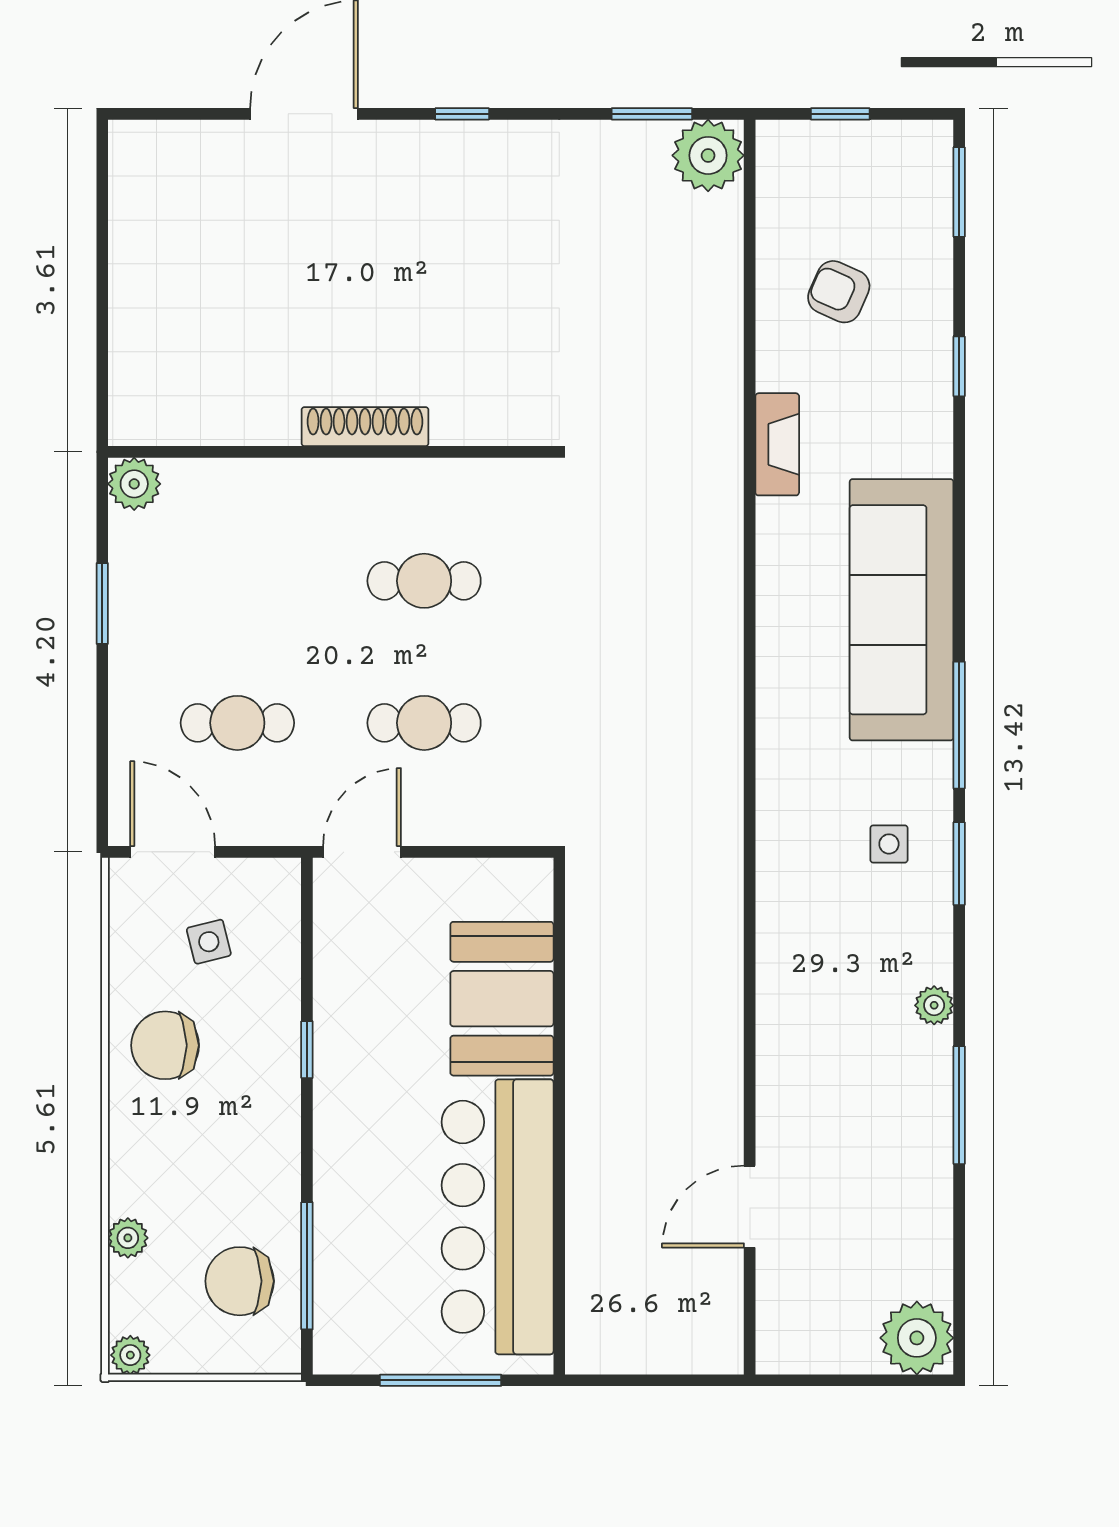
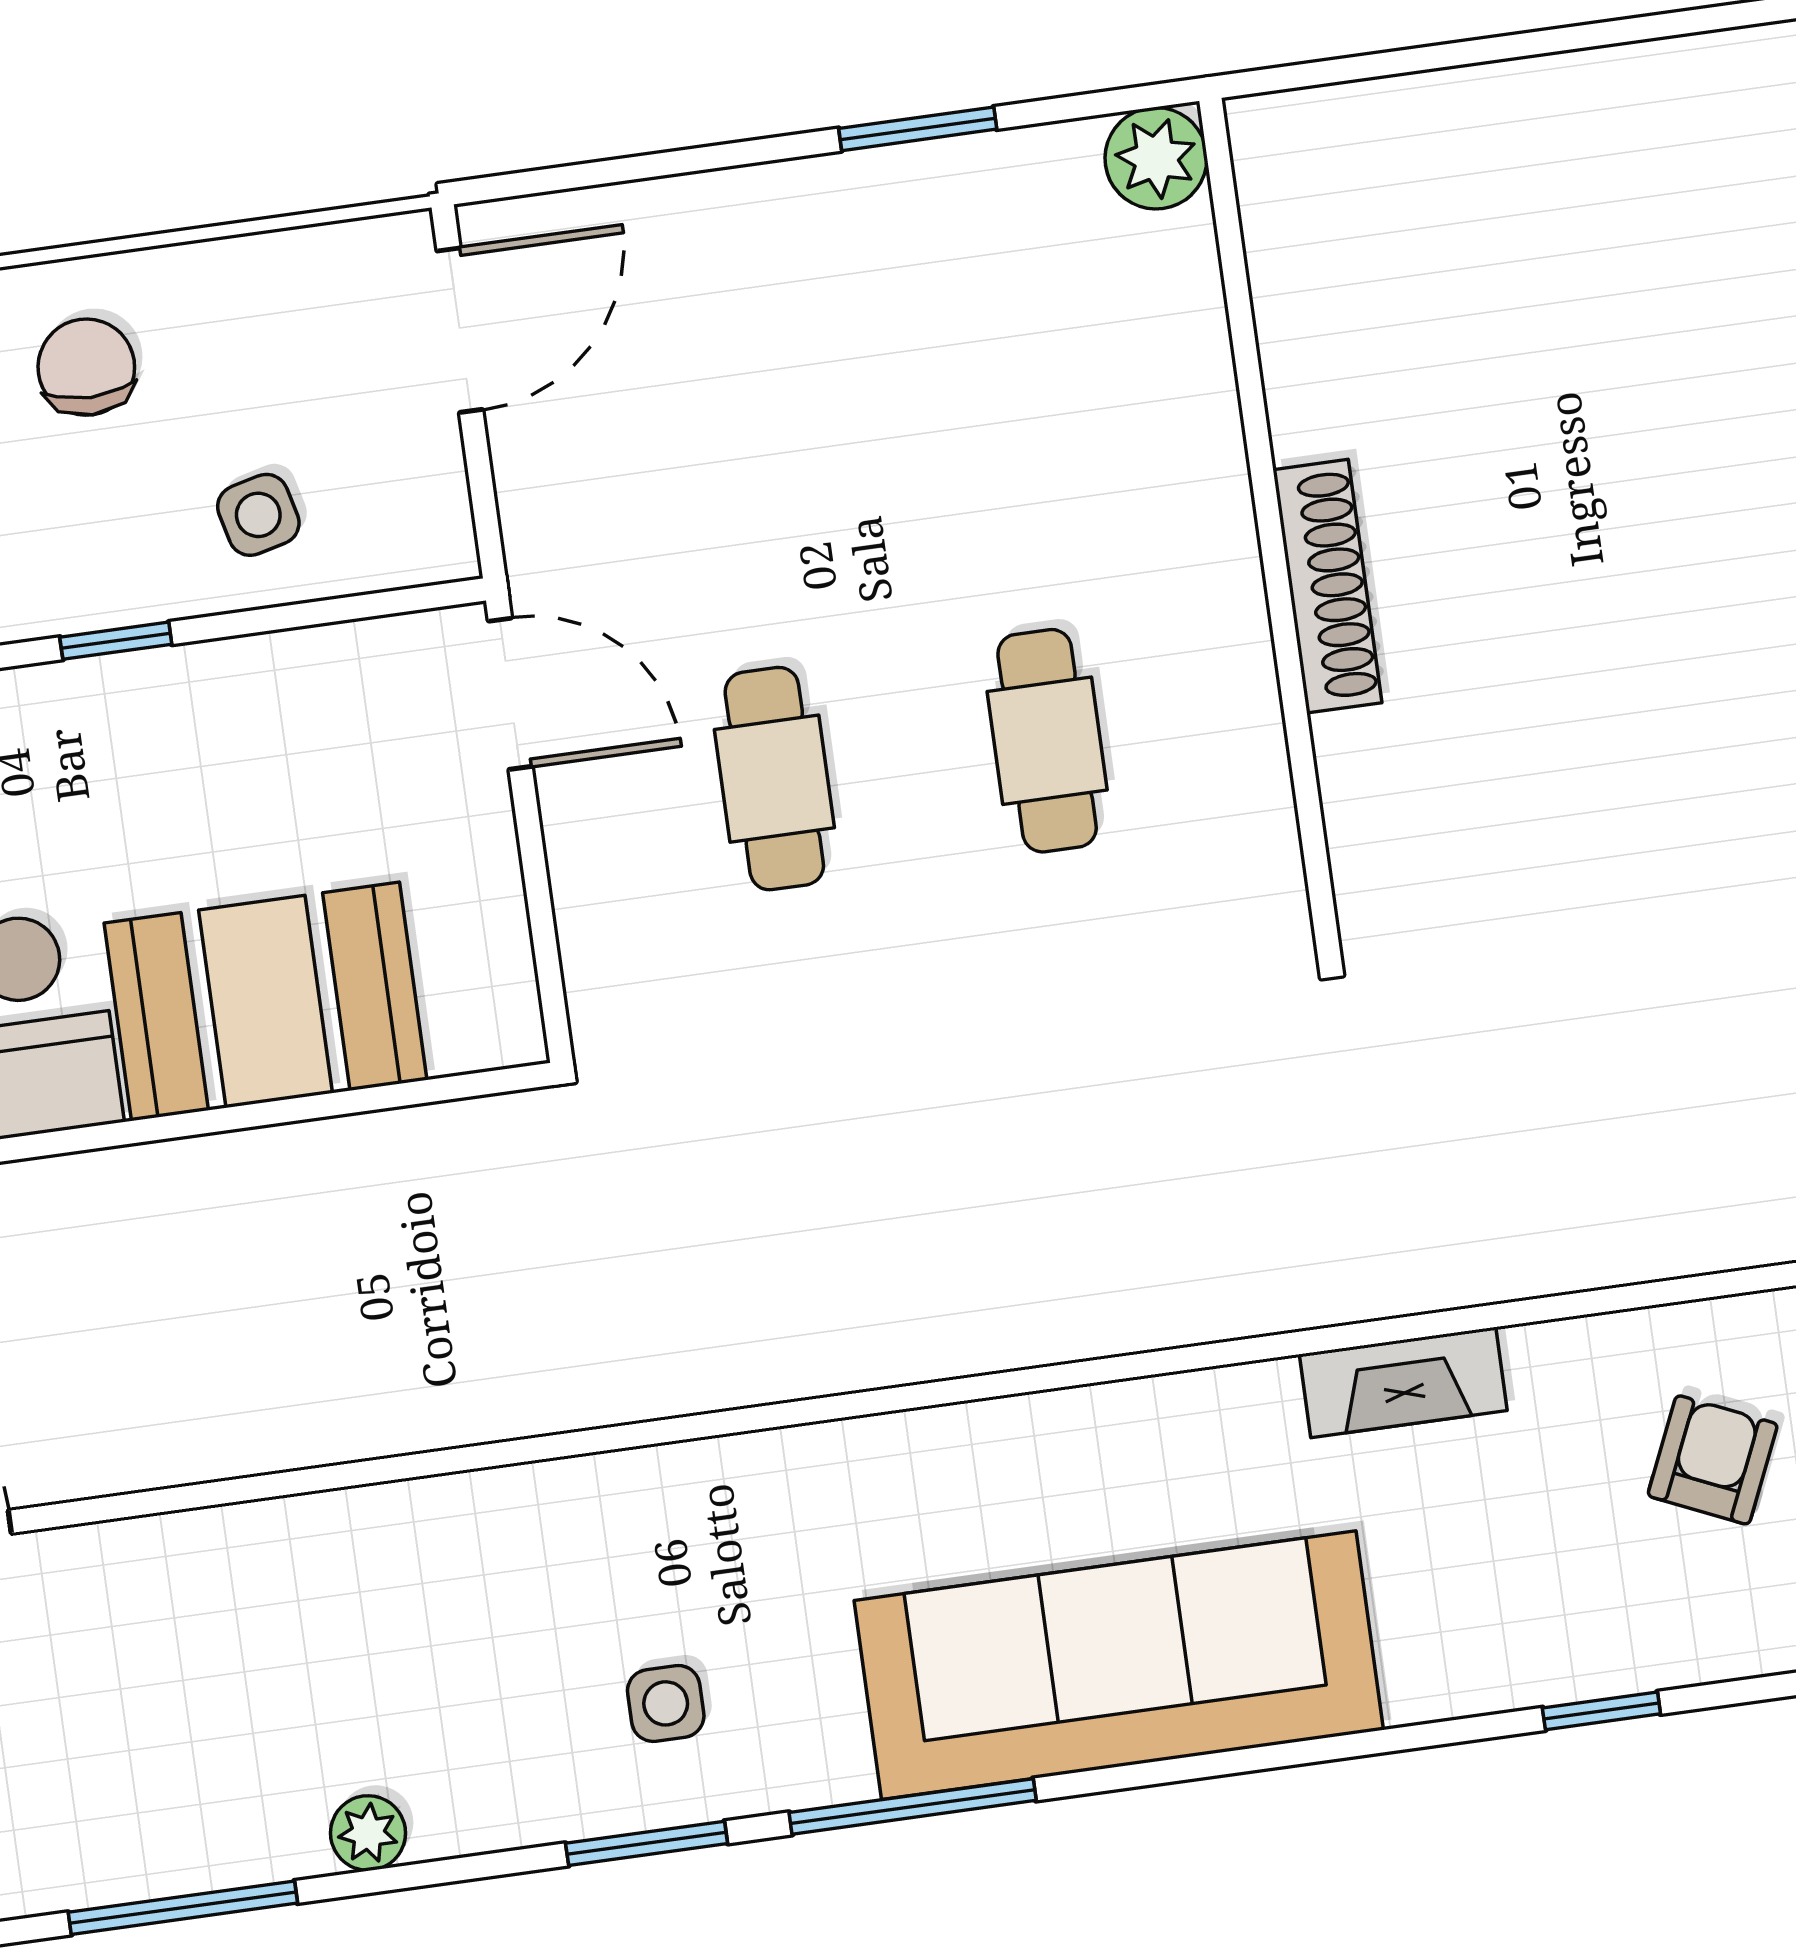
cafe table: (237, 723) -> (725, 420), removed
side table: (209, 942) -> (258, 515), moved
chair: (165, 1045) -> (86, 367), width x0.73, depth x0.73

